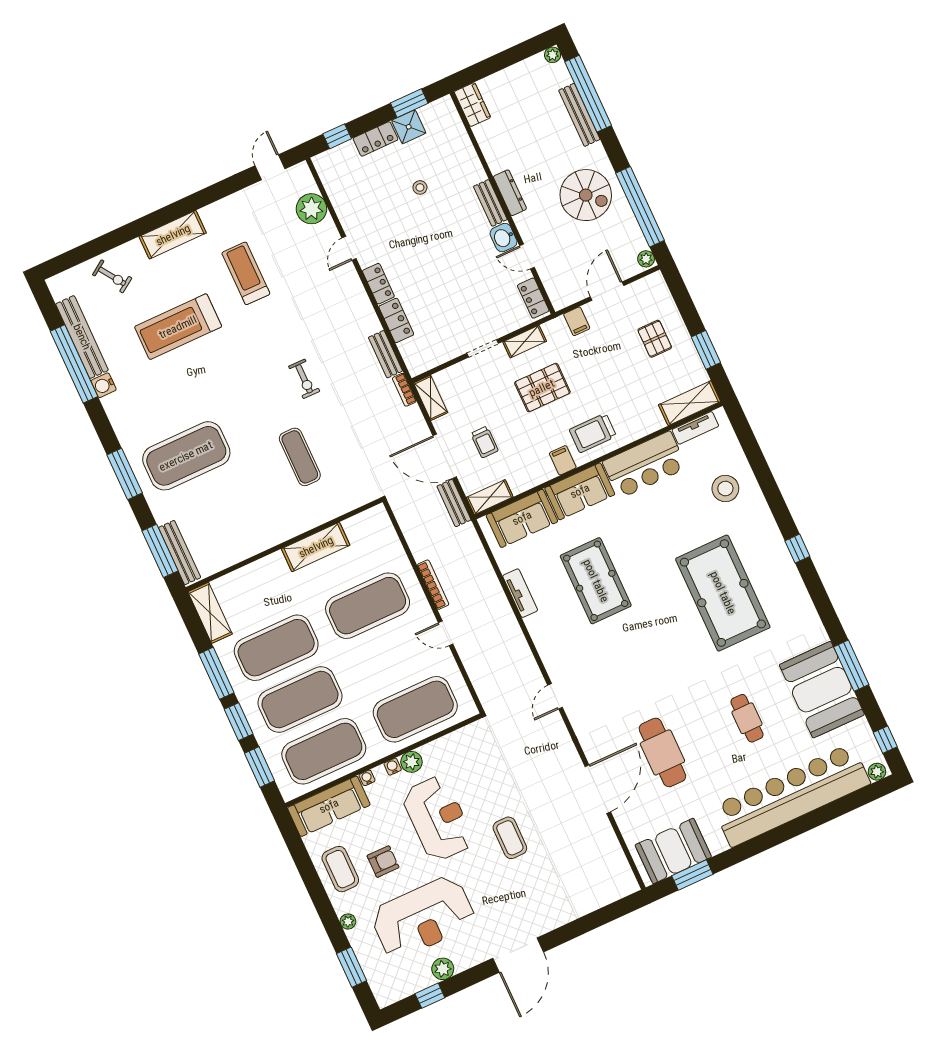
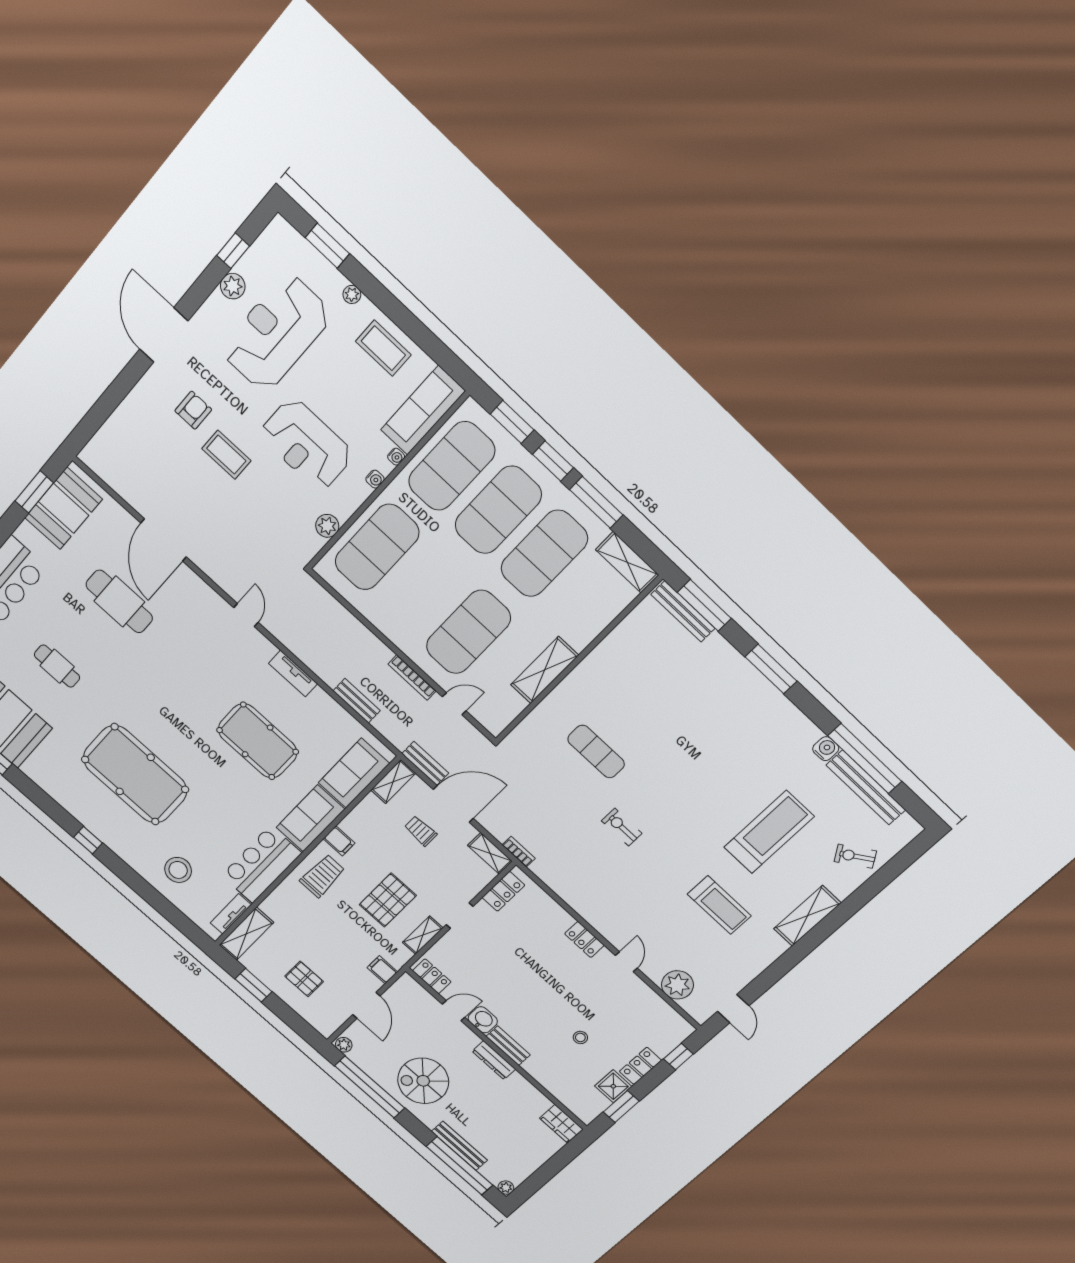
locker: (396, 320) -> (503, 891), moved, turned -90
bench: (385, 354) -> (357, 701), moved
exercise mat: (186, 456) -> (713, 710), removed
tv unit: (520, 593) -> (293, 674), moved
door: (446, 633) -> (454, 704), moved
plant: (411, 762) -> (327, 526), moved
armchair: (383, 862) -> (193, 410), moved, turned 180

